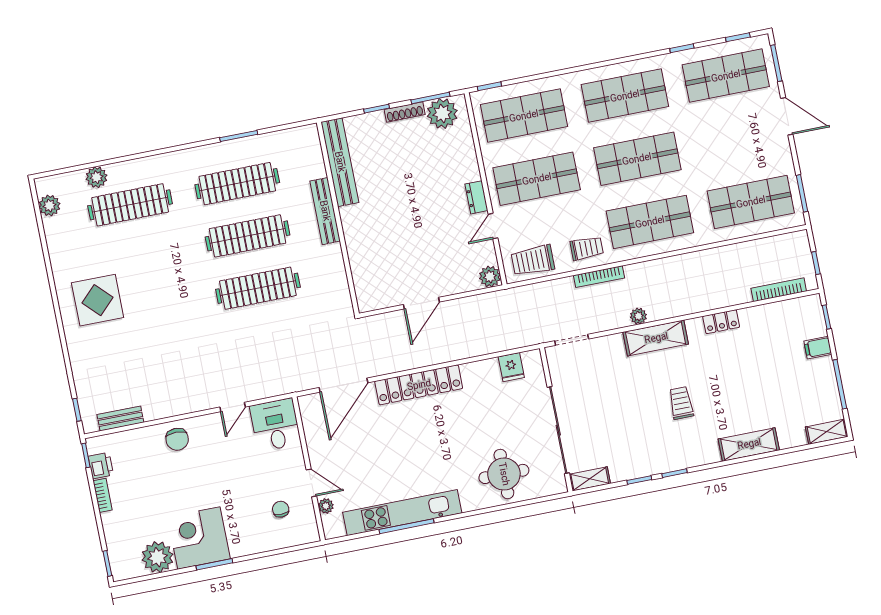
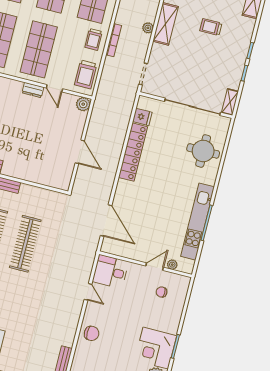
trolley: (587, 248) -> (94, 39), turned 180
locker: (419, 385) -> (133, 152), moved

